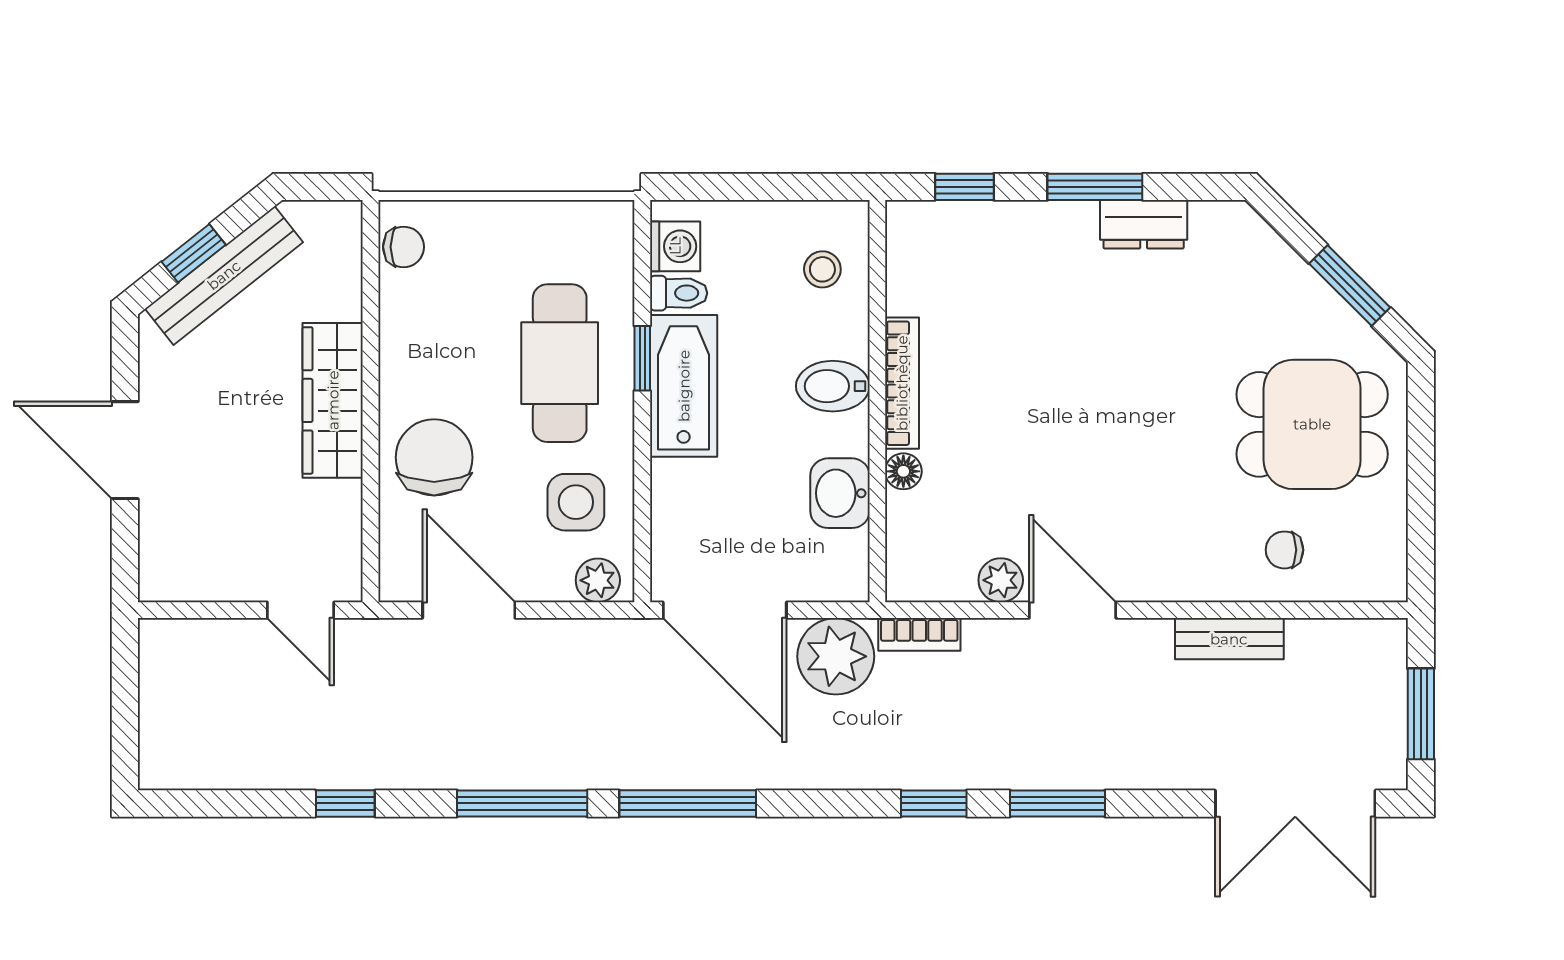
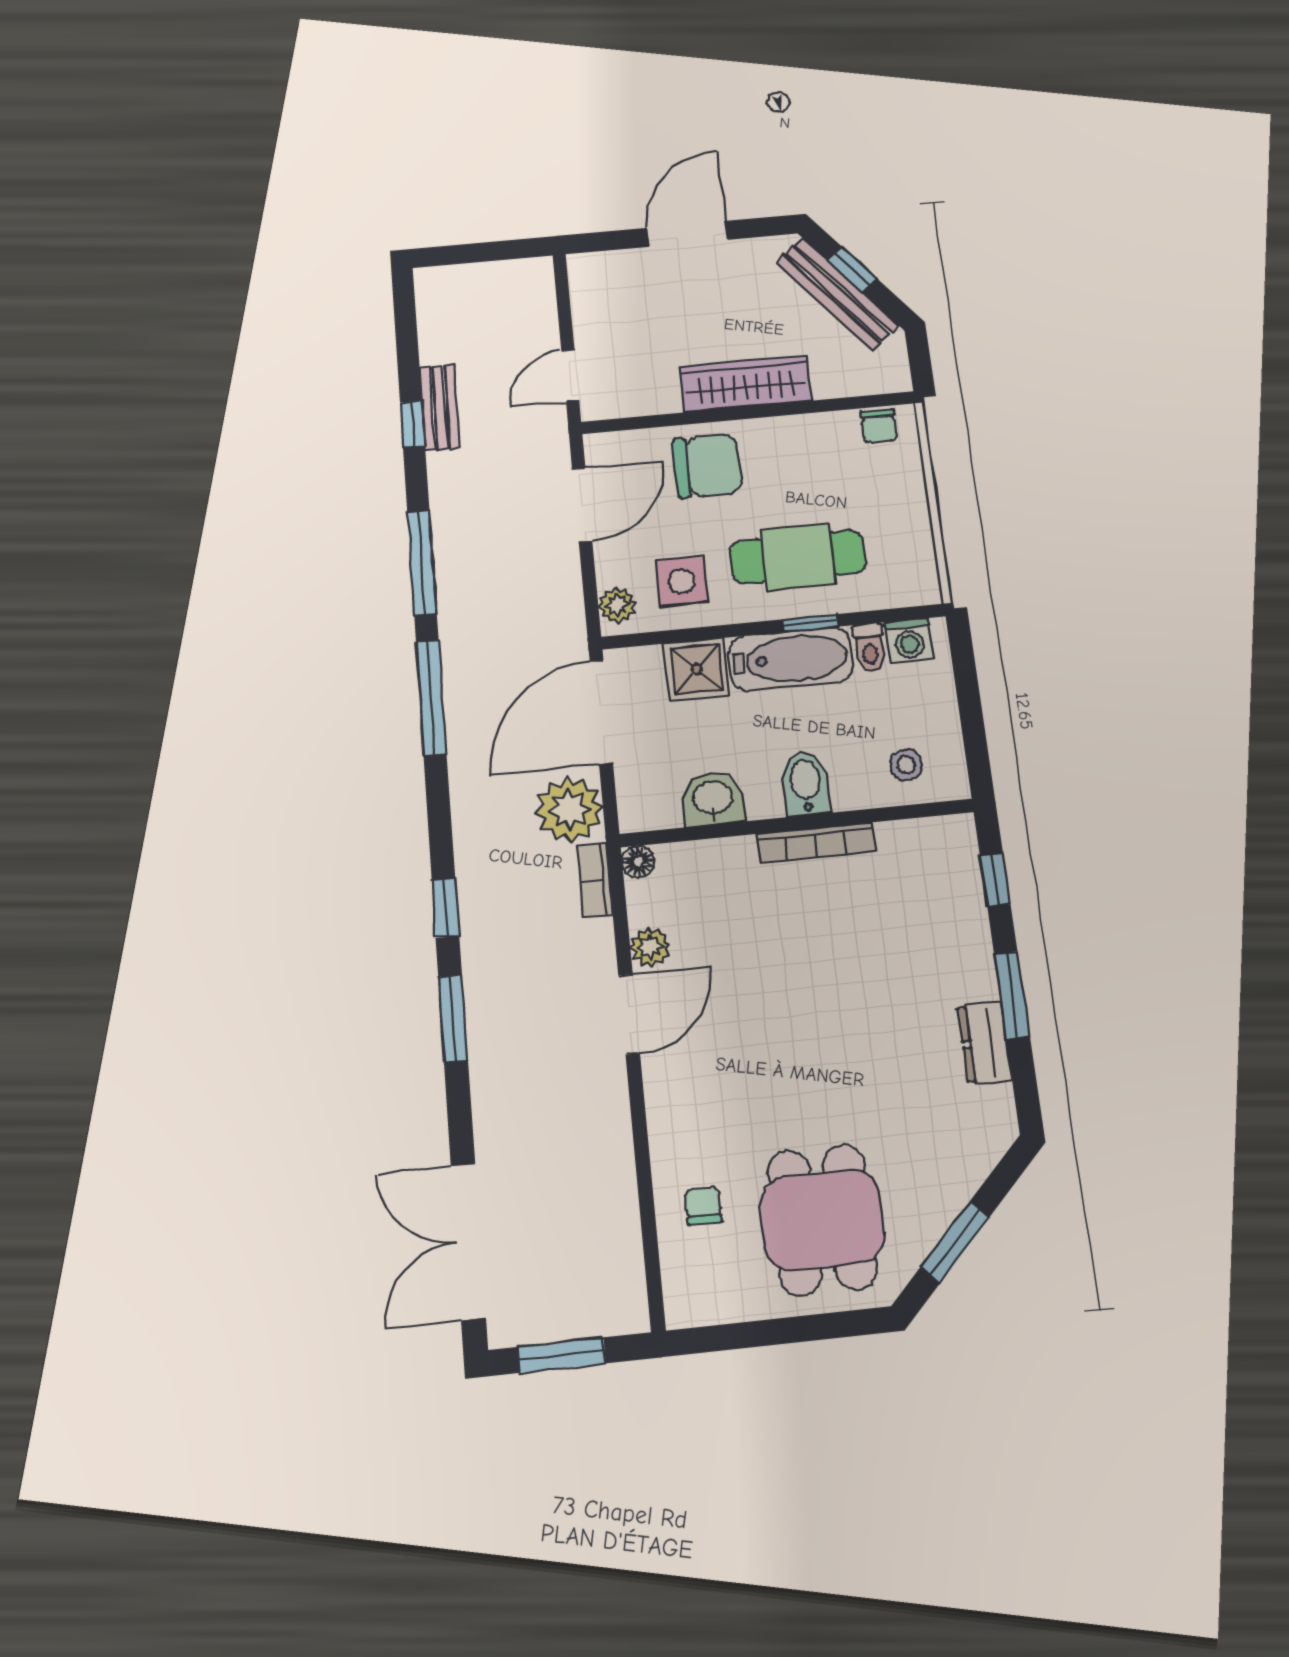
floor lamp: (903, 471) -> (638, 862), moved
shower: (685, 496) -> (697, 669), added
bench: (1229, 639) -> (440, 407), moved

